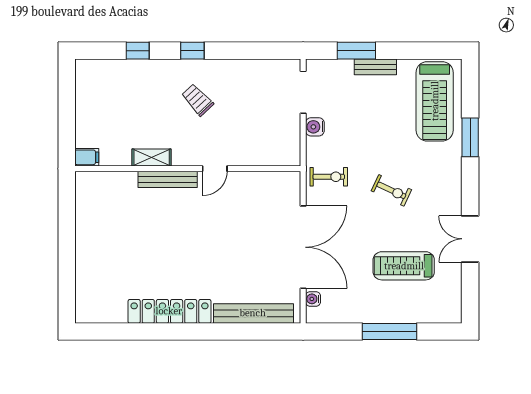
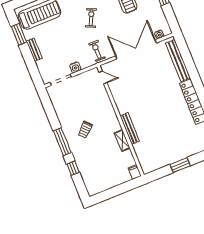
window: (192, 51) -> (62, 142), width x2.17
window: (356, 51) -> (19, 34), moved
door: (215, 169) -> (103, 77), moved
window: (67, 243) -> (180, 165), added

